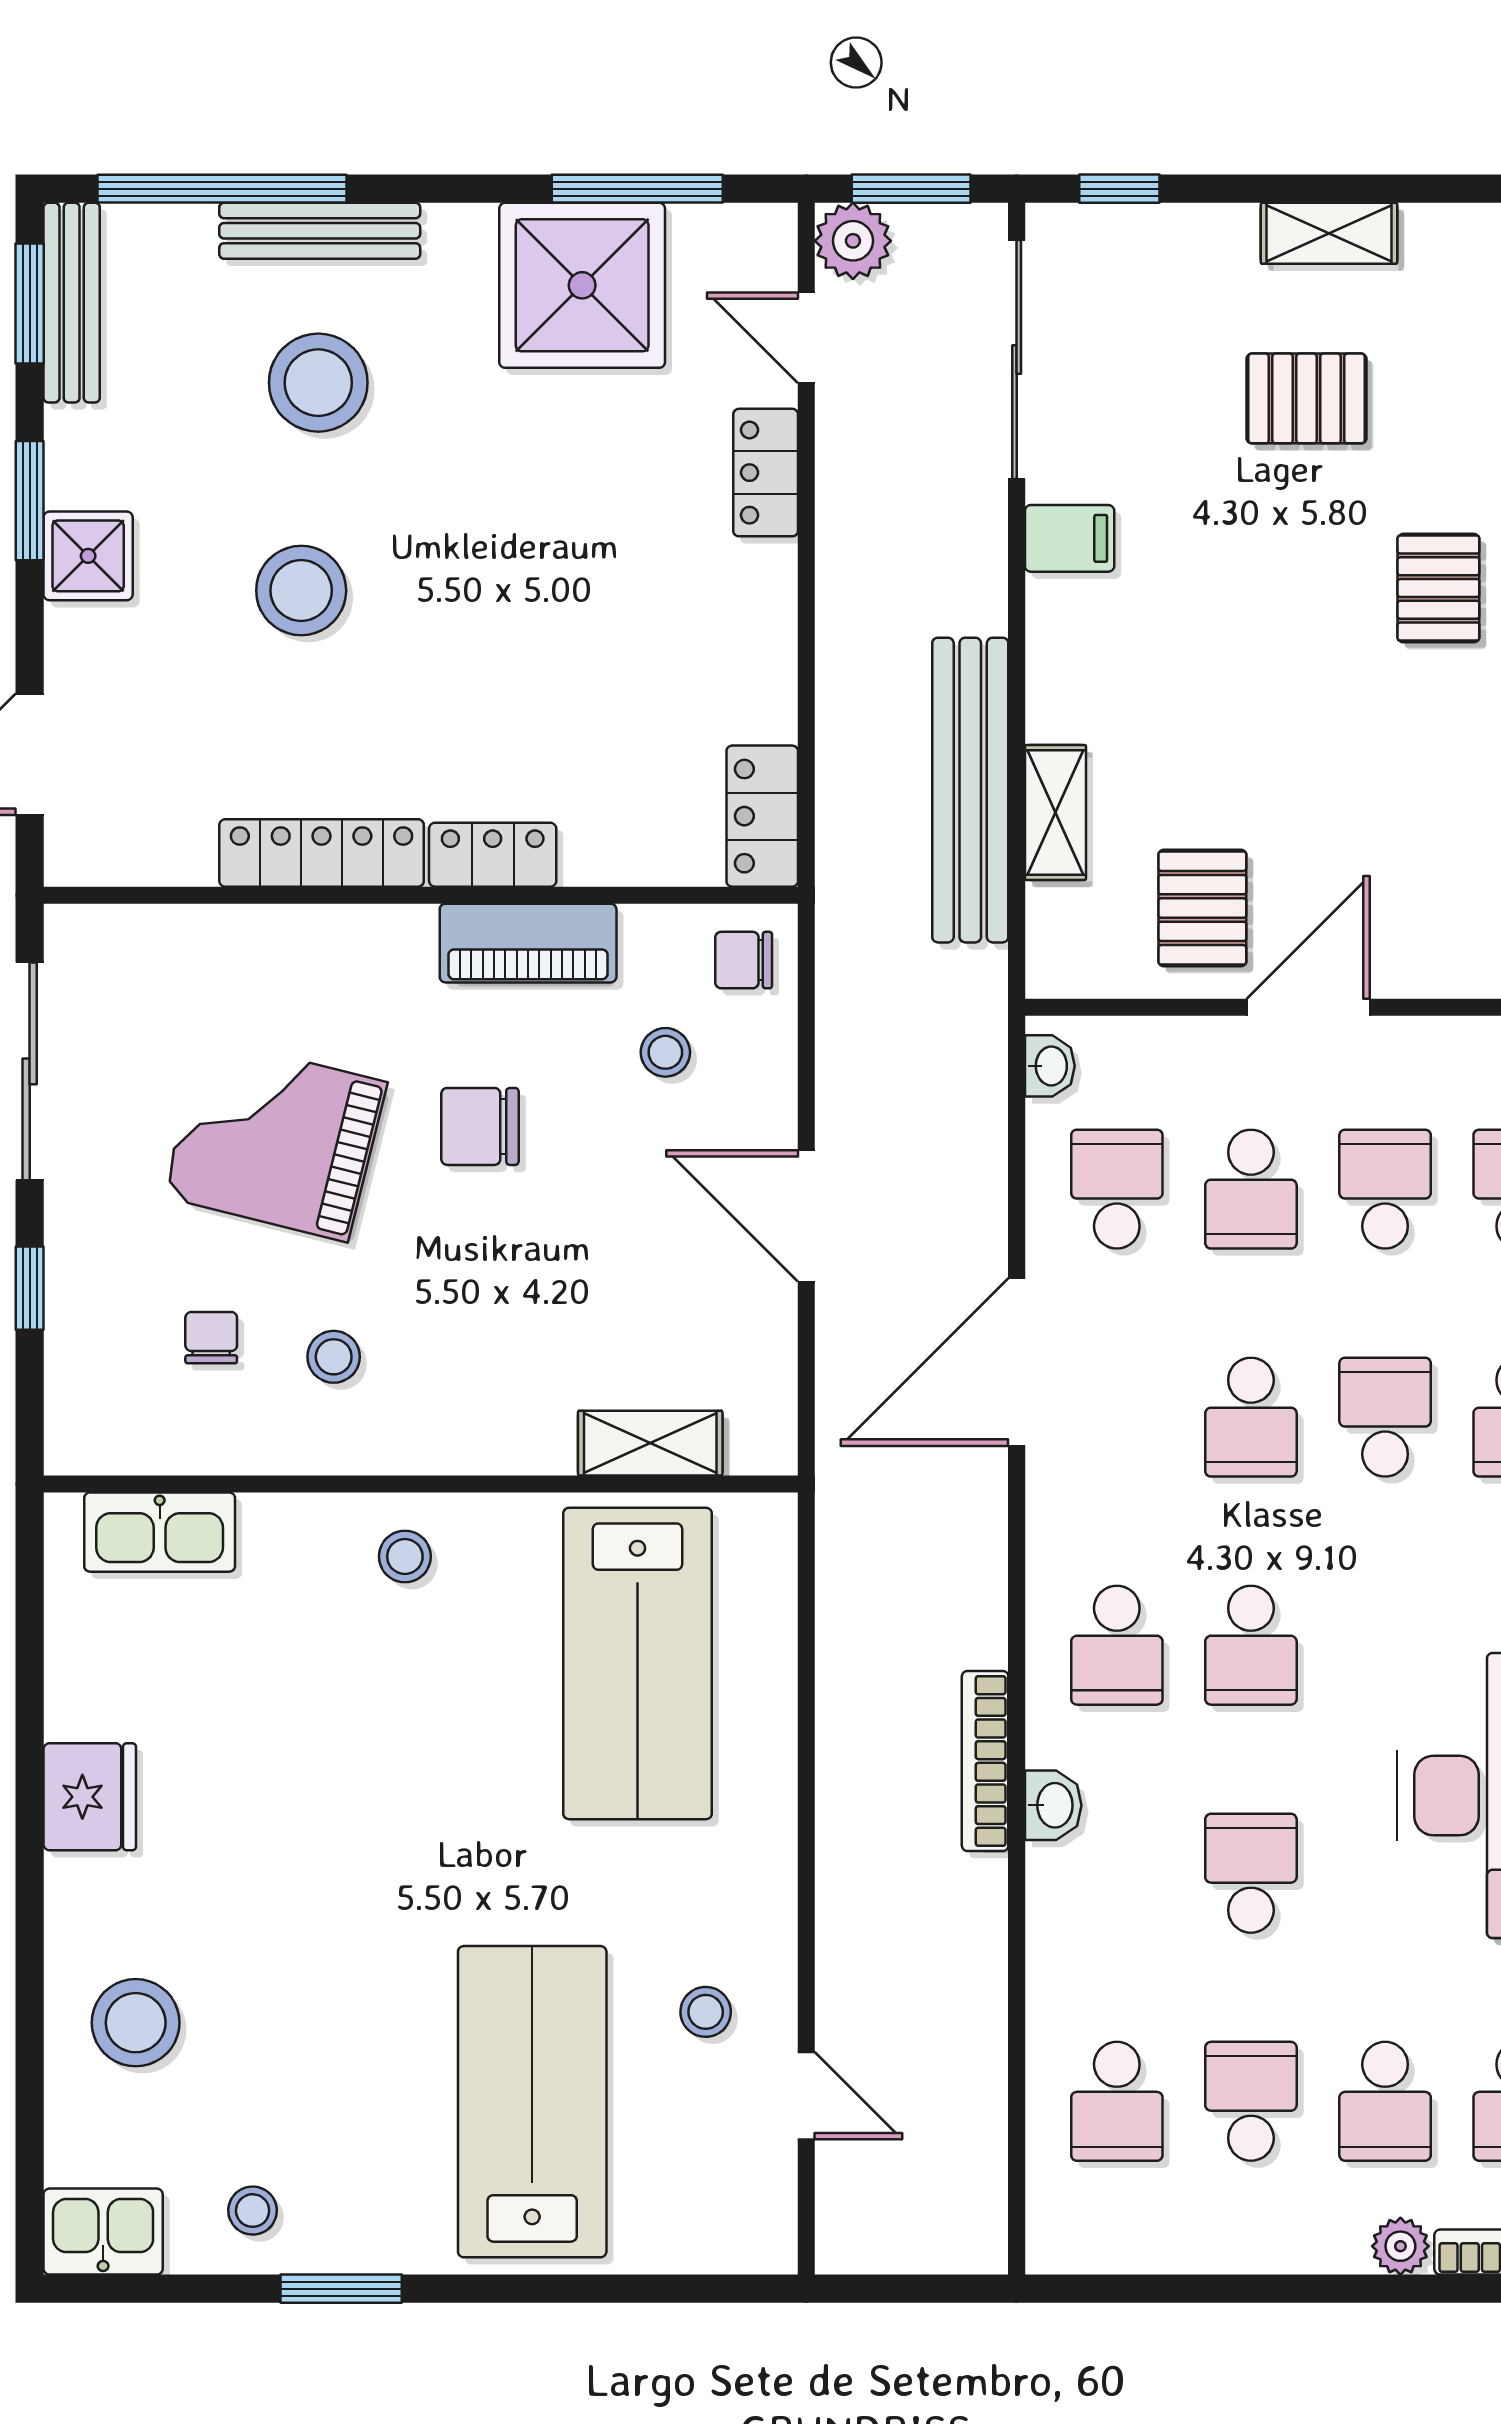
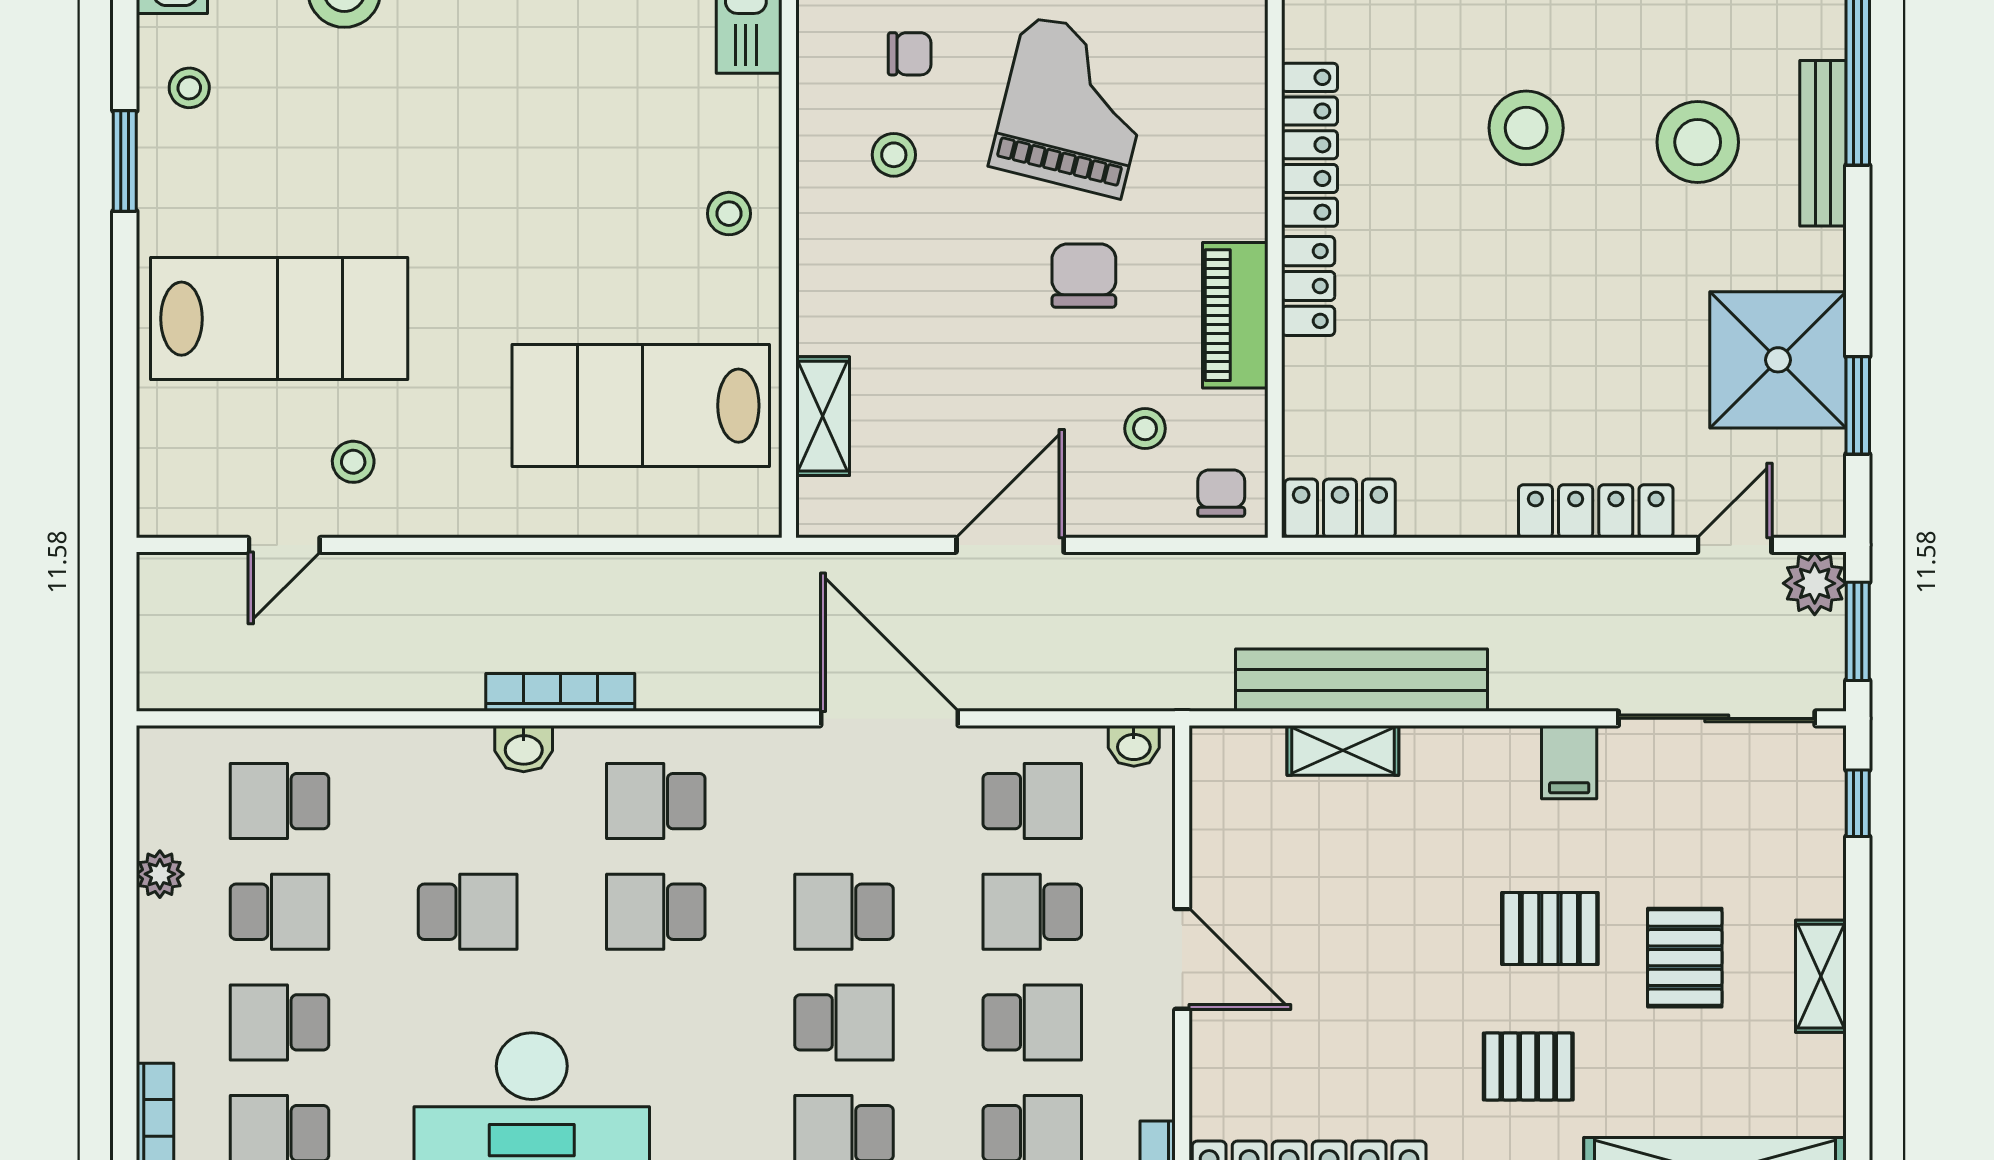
window: (637, 189) -> (1858, 405), width x0.69
locker: (766, 473) -> (1596, 511), width x1.53
pallet: (1202, 908) -> (1550, 928), moved
plant: (1400, 2246) -> (160, 874), moved

